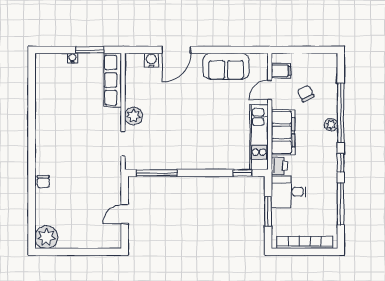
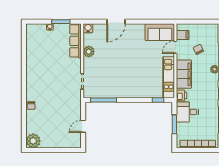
water cooler: (151, 60) -> (88, 28), moved
sofa: (226, 66) -> (160, 32), moved
plant: (134, 116) -> (89, 52), moved

